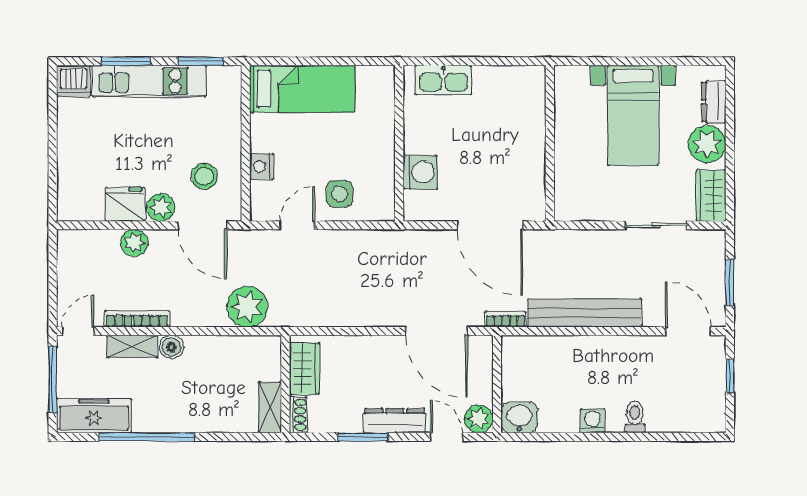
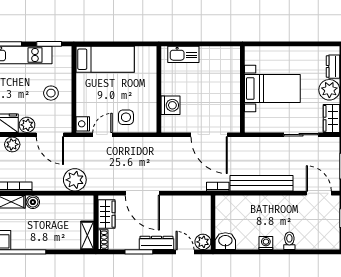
bed with nightstands: (633, 115) -> (272, 89), moved, turned -90
nightstand: (262, 166) -> (83, 124), moved
stool: (204, 176) -> (51, 93), moved
door: (437, 331) -> (142, 193), moved

